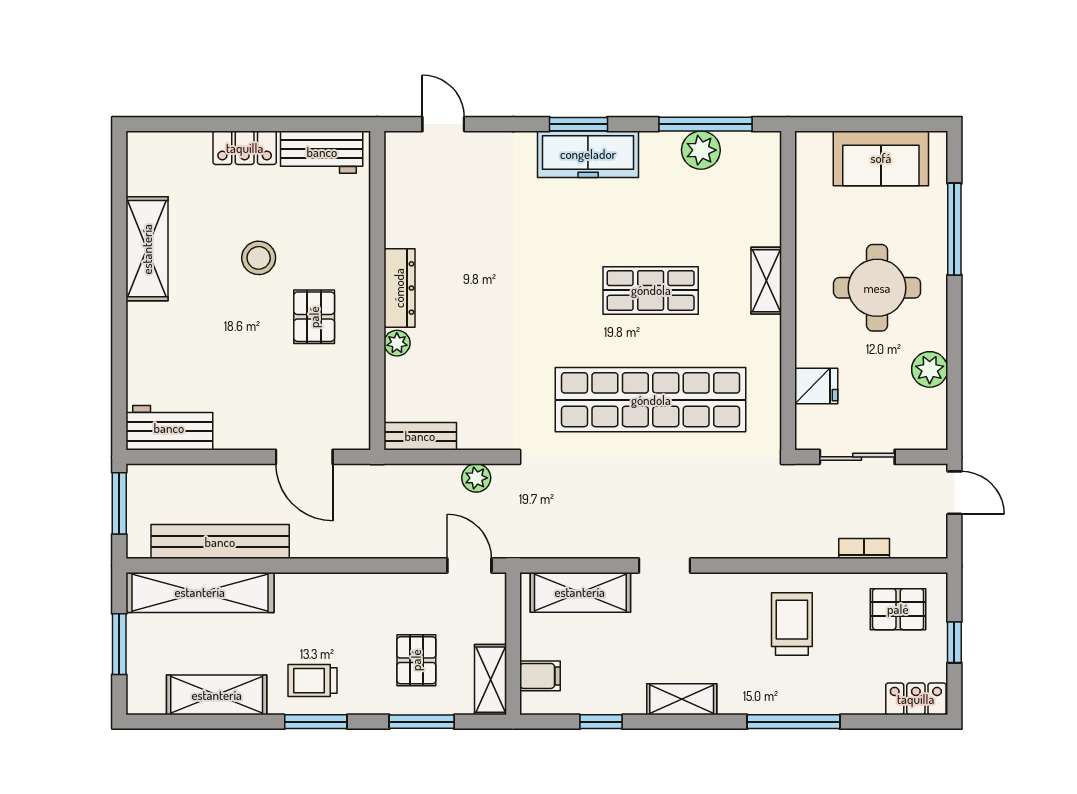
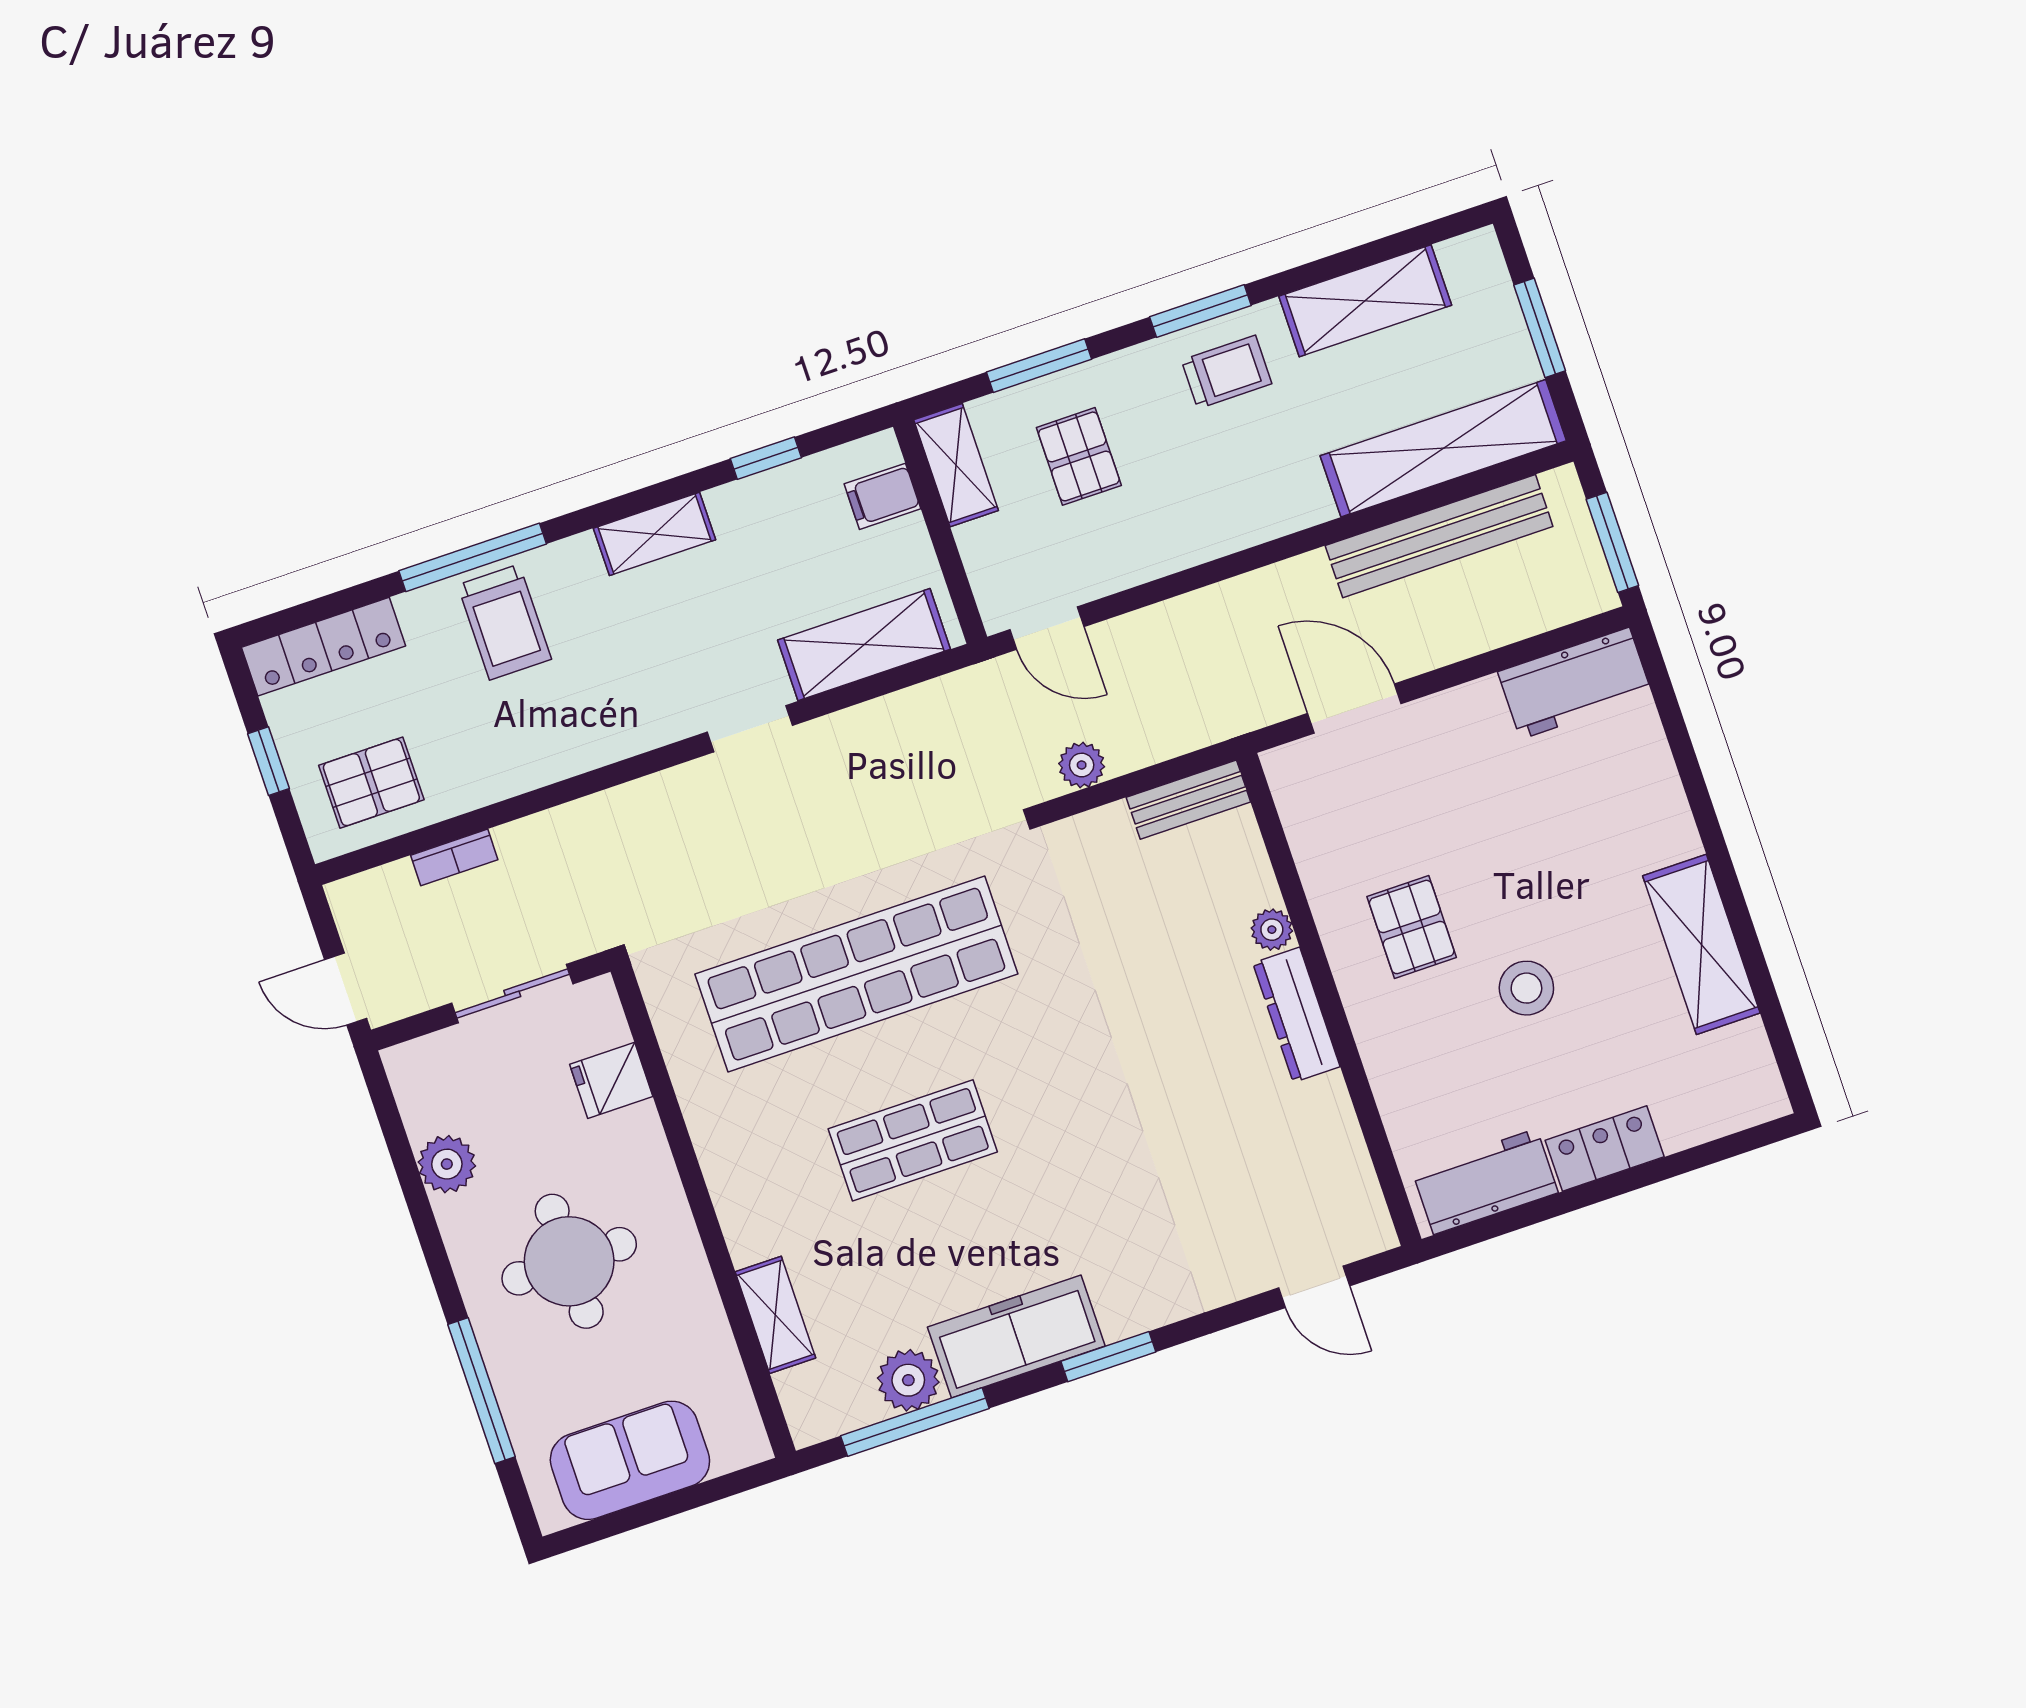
freezer: (588, 154) -> (1016, 1337), moved
shelving: (766, 281) -> (775, 1315), moved
trolley: (792, 624) -> (504, 622), moved
locker: (916, 699) -> (324, 647), width x1.53

